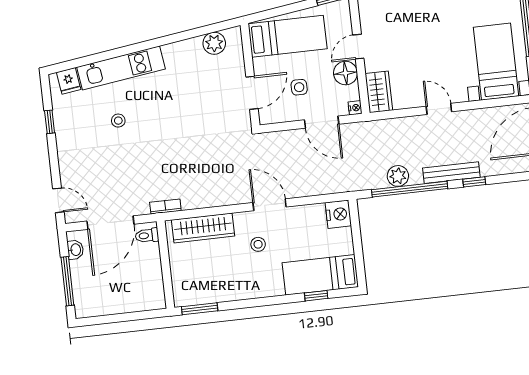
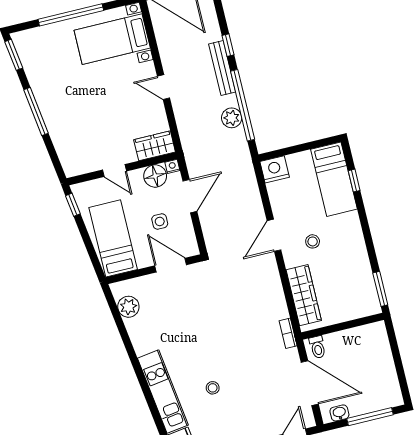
floor lamp: (345, 73) -> (155, 176), moved
door: (439, 109) -> (164, 87), hinge flipped

